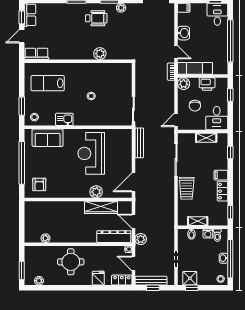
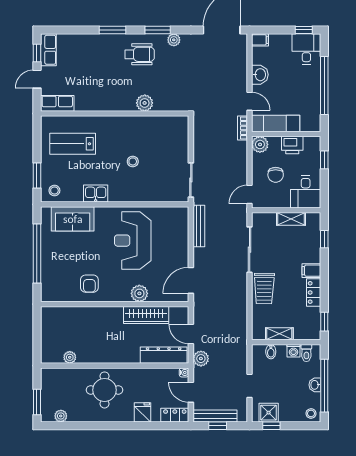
armchair: (39, 184) -> (89, 284), moved

